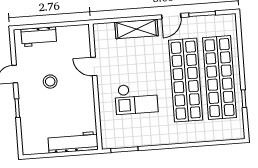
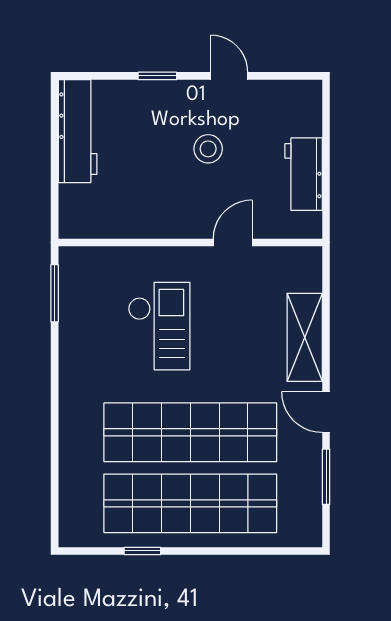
workbench: (39, 37) -> (304, 174), moved
checkout: (136, 99) -> (159, 326), turned 180
workbench: (73, 142) -> (78, 131), moved

